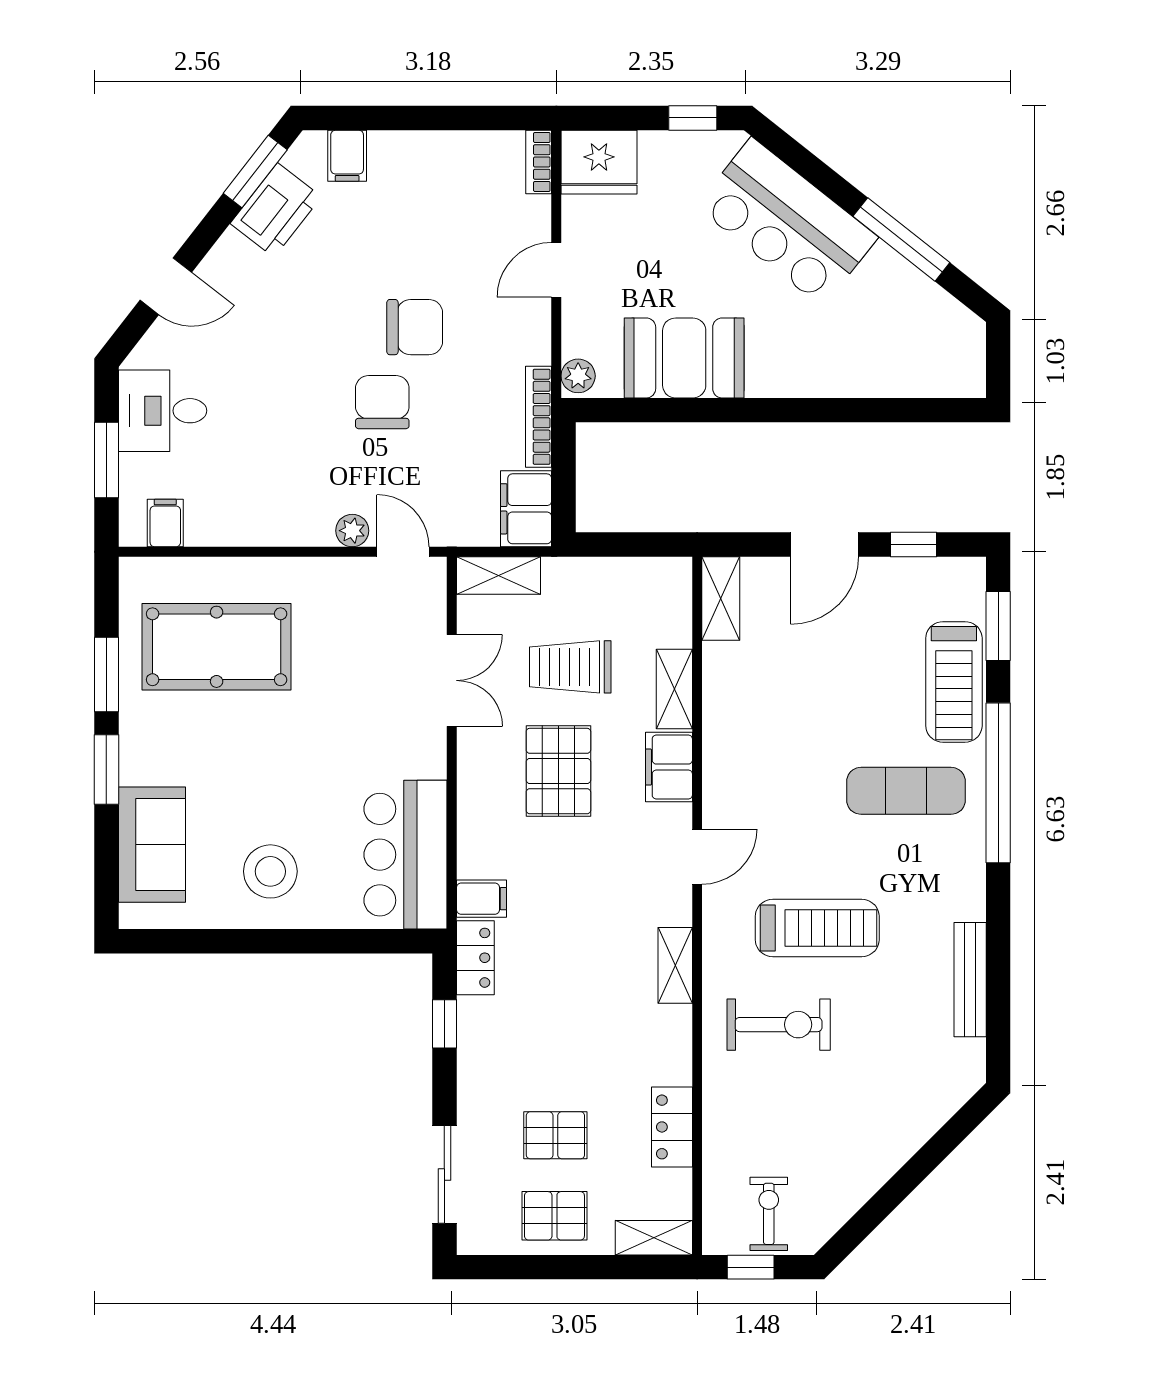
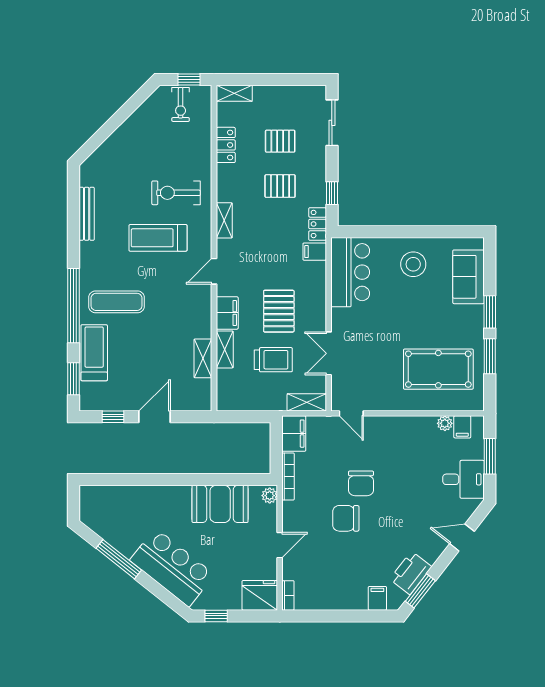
plant: (352, 531) -> (445, 423), moved
shelving: (721, 599) -> (203, 358), moved
pallet: (554, 1216) -> (280, 186), moved

